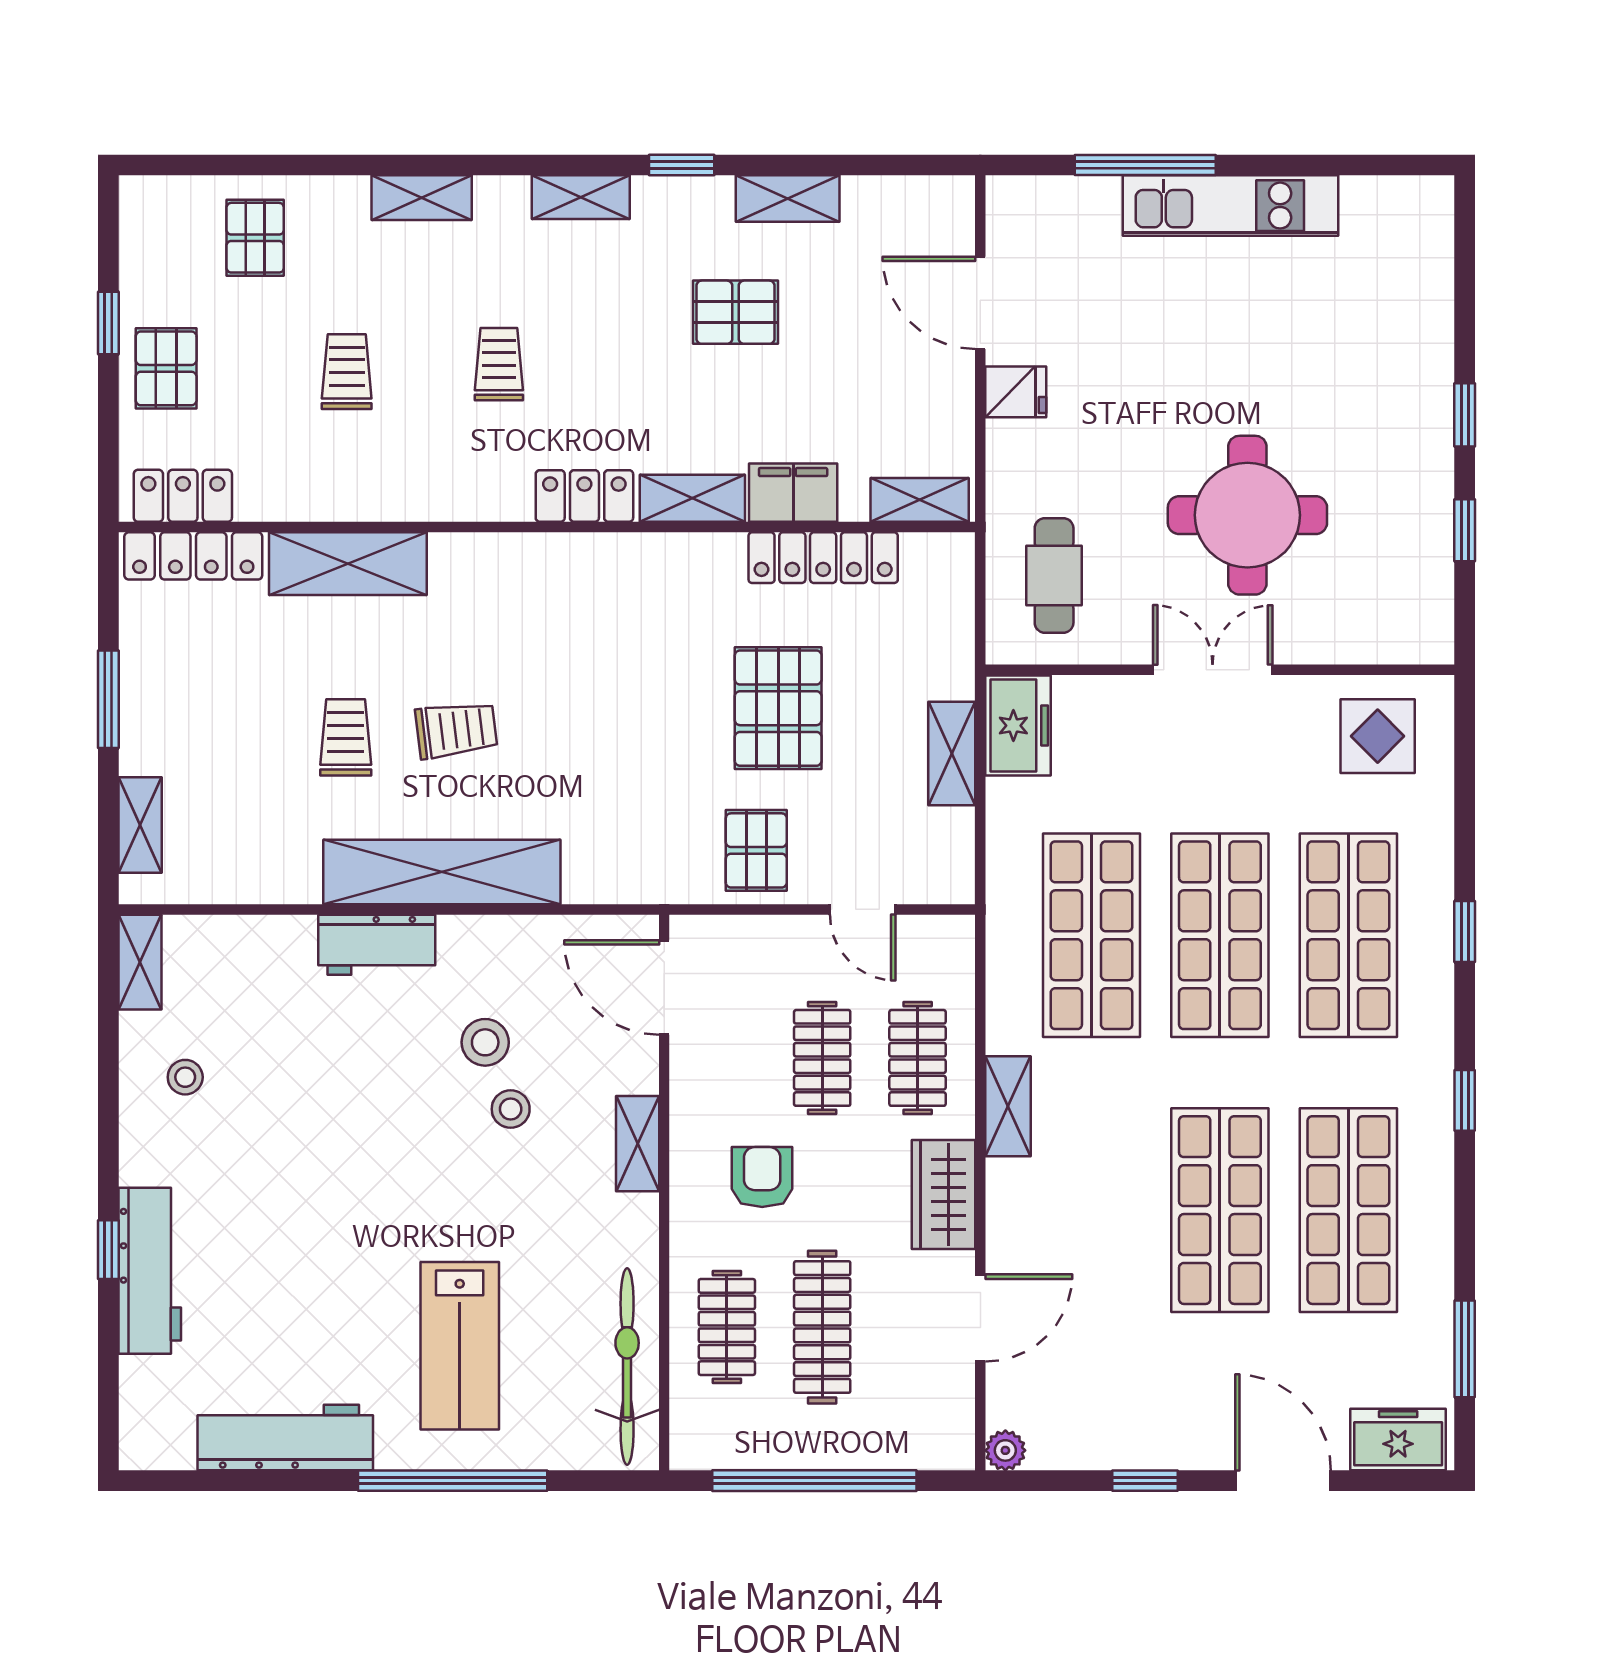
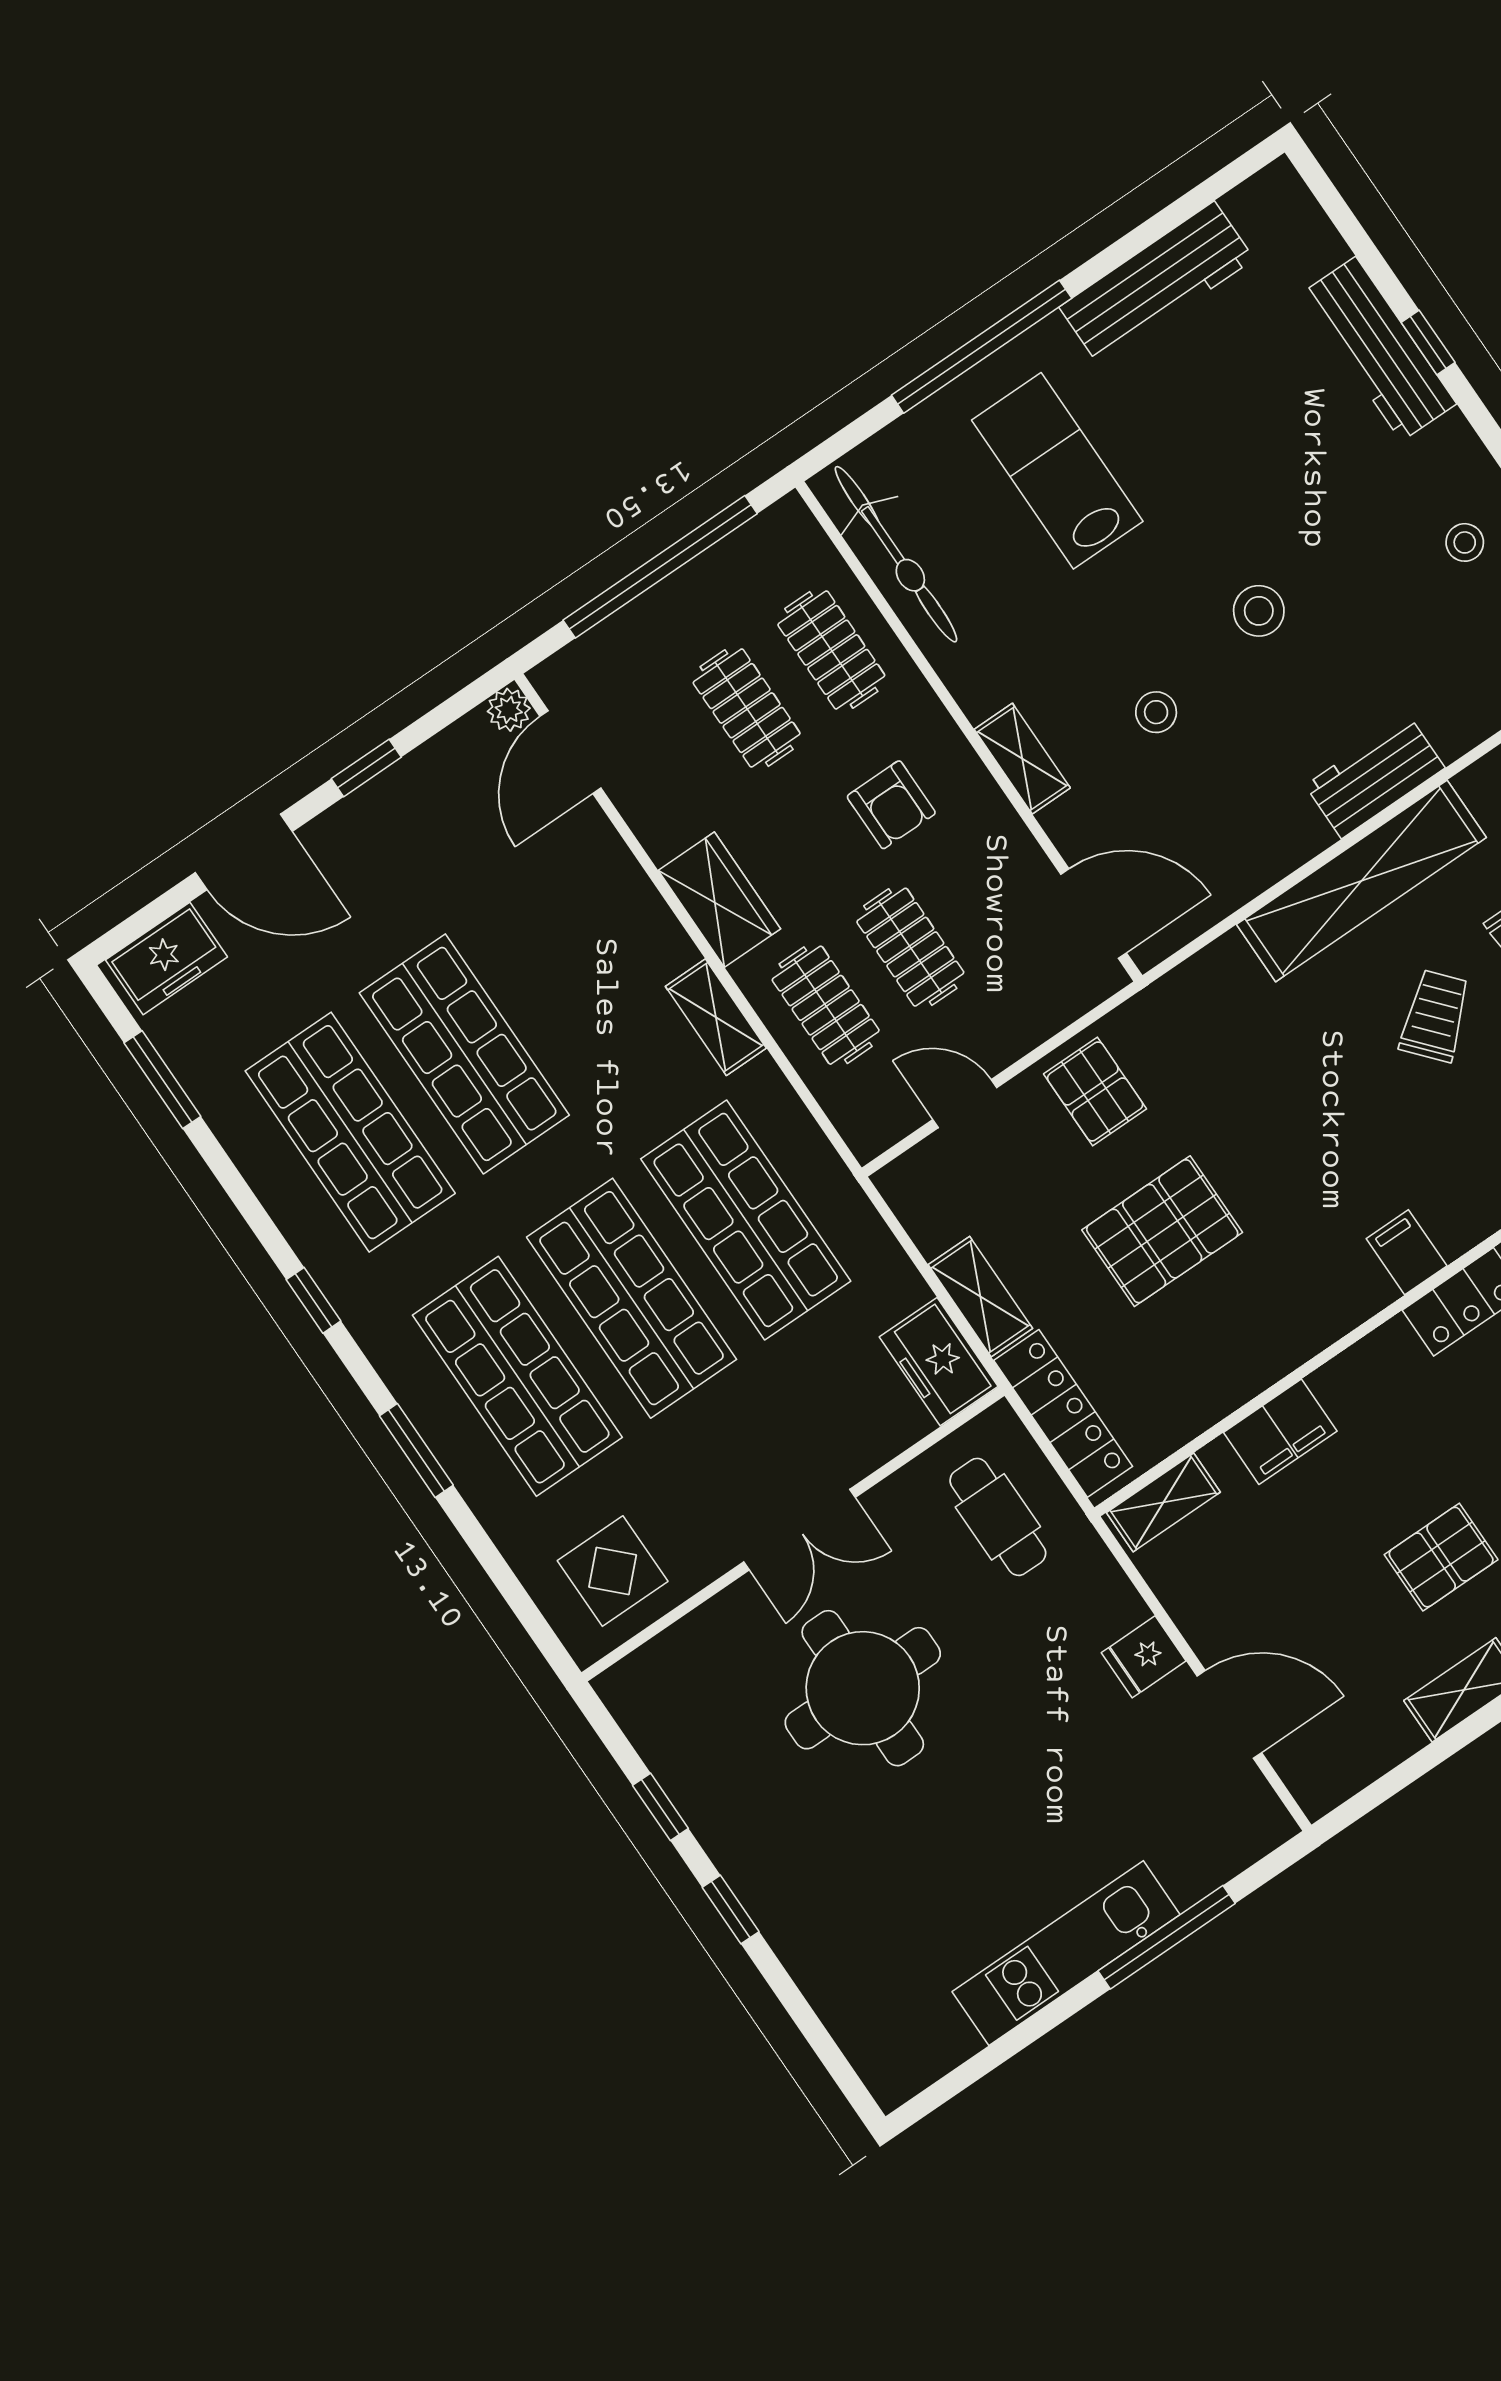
shelving: (692, 498) -> (1366, 1365), removed
locker: (823, 558) -> (1063, 1413), moved, turned 90
filing cabinet: (602, 564) -> (1407, 1252), added
pallet: (778, 708) -> (1162, 1231), turned 90
trolley: (456, 730) -> (1435, 1016), turned 146
window: (1465, 931) -> (416, 1450), width x1.50
stool: (485, 1042) -> (1259, 611), moved
door: (980, 1318) -> (570, 752), moved
clothes rail: (822, 1327) -> (747, 708), width x0.73

